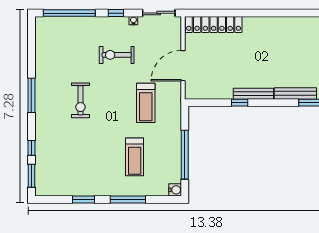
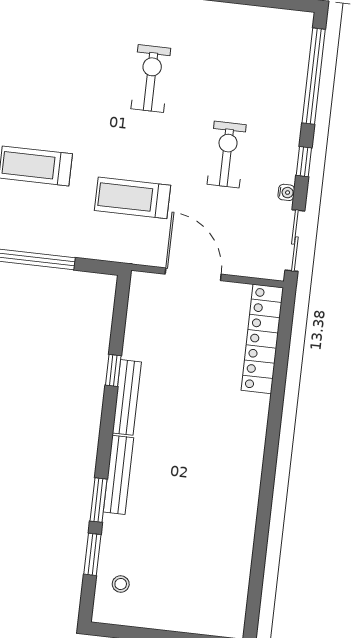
exercise bike: (80, 100) -> (151, 78), turned 90

